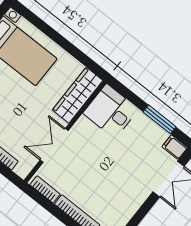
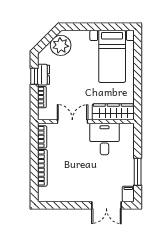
desk: (111, 111) -> (104, 139), moved

